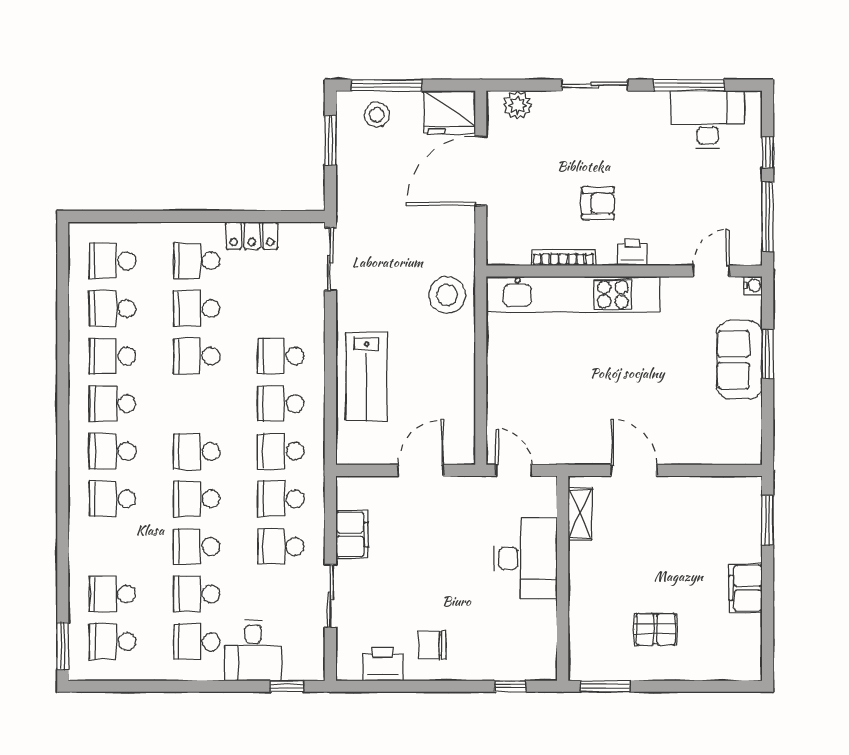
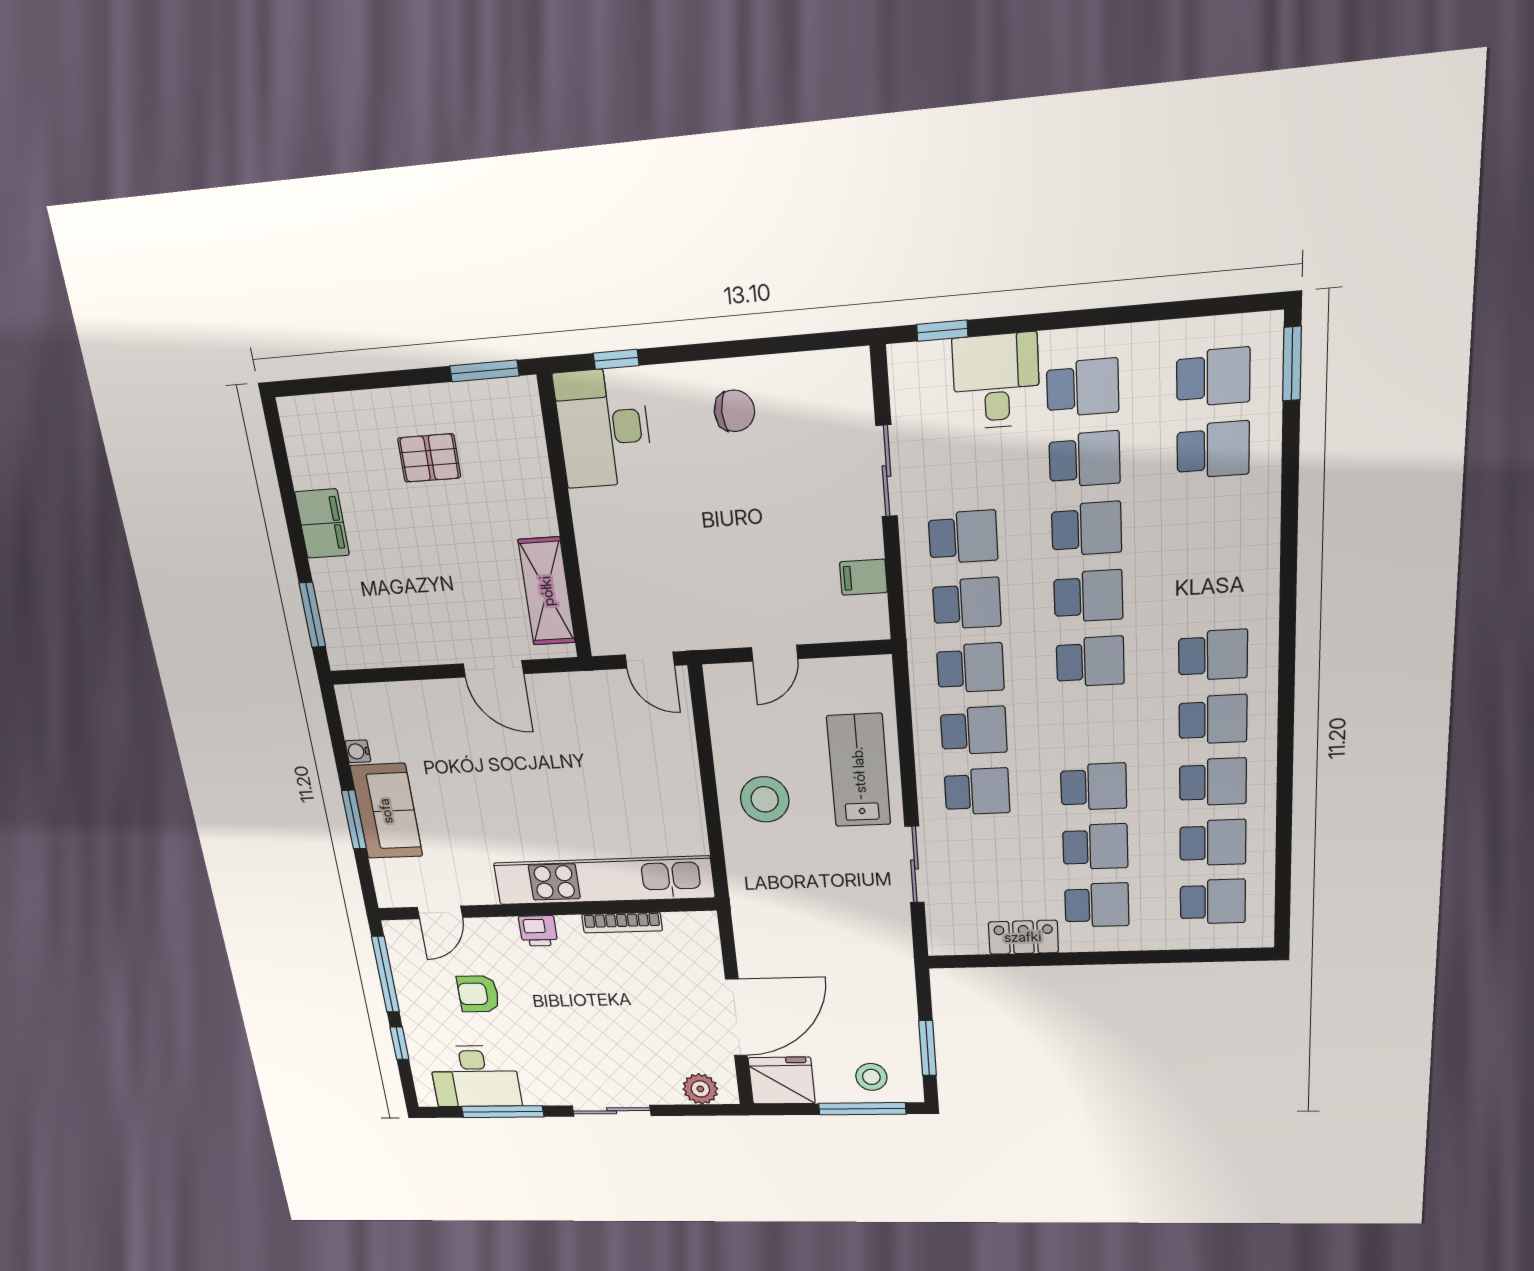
armchair: (598, 203) -> (478, 994), moved
sliding door: (330, 259) -> (915, 865), moved
water cooler: (753, 285) -> (358, 751), moved
stool: (447, 295) -> (765, 799), moved
door: (421, 470) -> (775, 653), width x0.73
school desk: (112, 499) -> (1213, 589), removed
shelving: (580, 514) -> (547, 591), width x1.50, depth x1.33
filing cabinet: (352, 535) -> (863, 577), width x0.50
desk: (526, 559) -> (603, 428), moved
printer: (383, 664) -> (803, 377), removed

